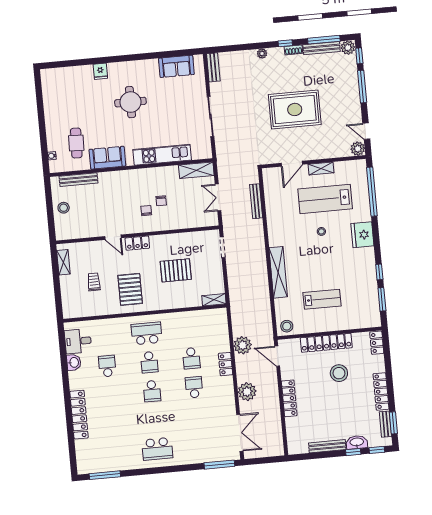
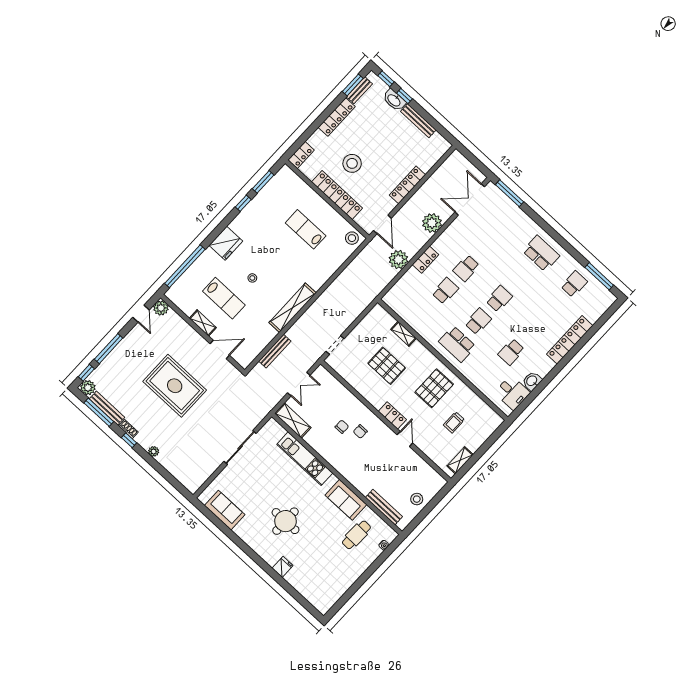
bench: (213, 67) -> (199, 480), removed
lab bench: (325, 199) -> (224, 298), width x0.73, depth x0.72
shelving: (278, 272) -> (293, 308), moved
shelving: (214, 300) -> (404, 334), moved
school desk: (115, 453) -> (574, 284), added

